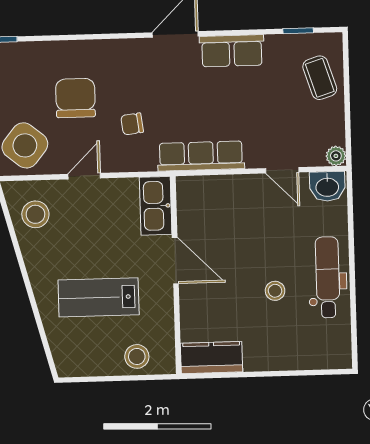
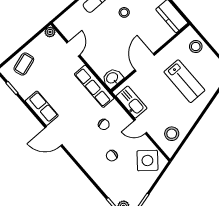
chair: (75, 98) -> (112, 156), width x0.54, depth x0.54
washbasin: (327, 186) -> (112, 78), moved, turned -90
kitchen sink: (156, 206) -> (132, 102), moved, turned -90

